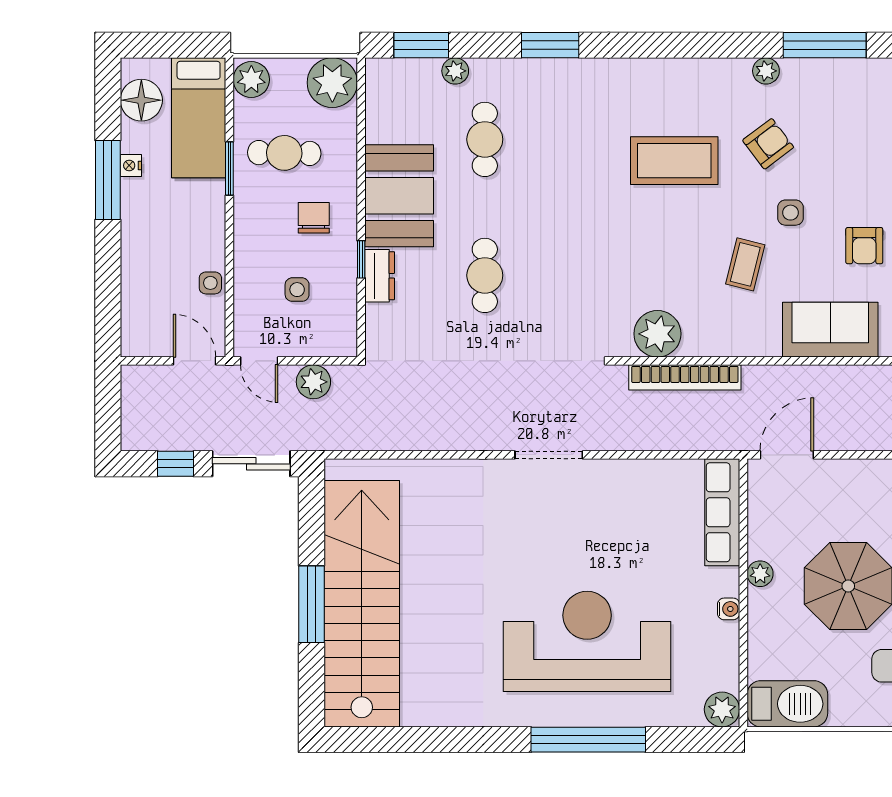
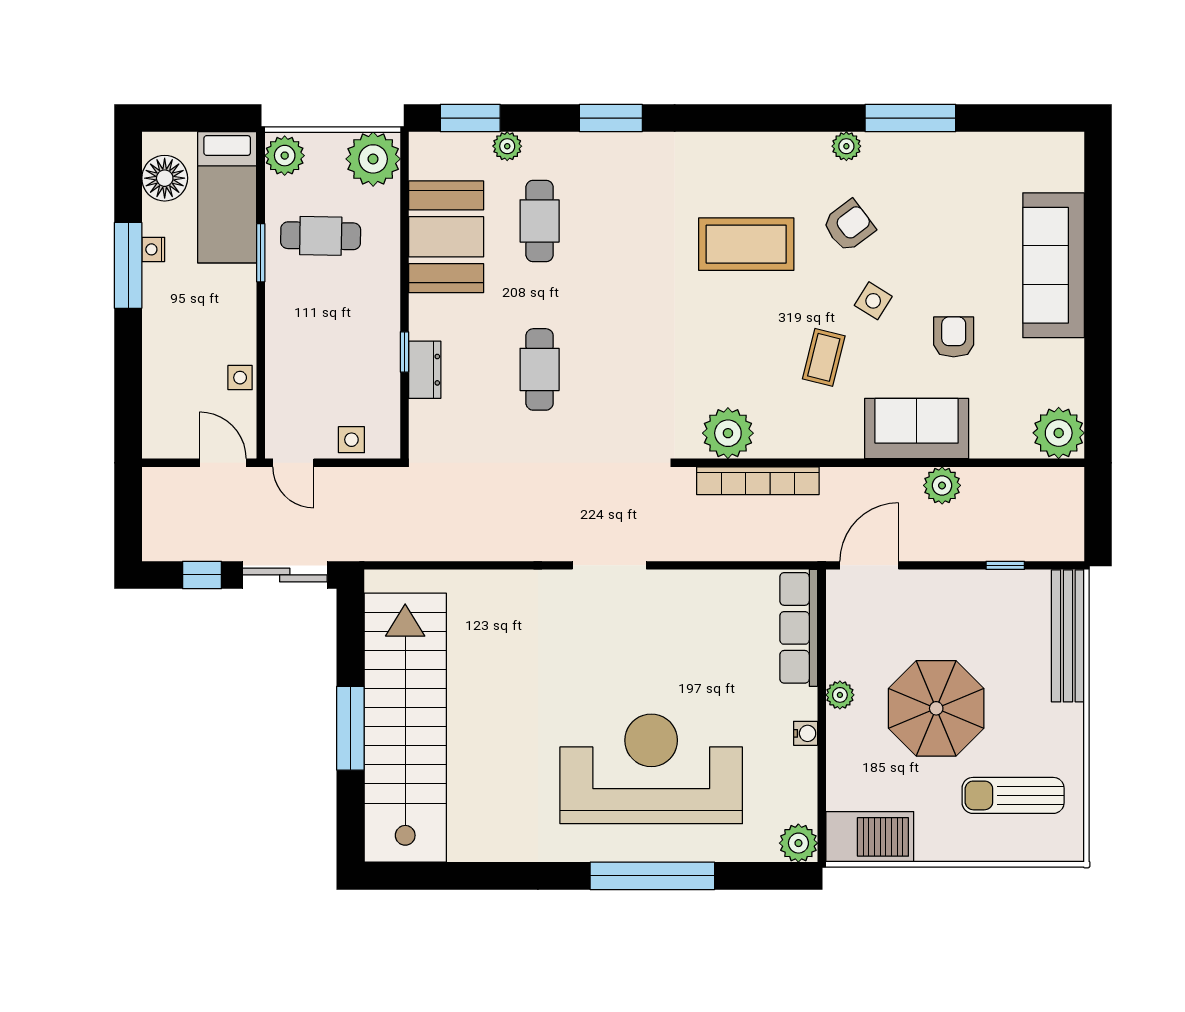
booth: (399, 196) -> (446, 237), moved
side table: (791, 213) -> (873, 301), turned 32
chair: (314, 218) -> (353, 306), removed
armchair: (864, 246) -> (954, 337), turned 180
side table: (297, 290) -> (351, 440), moved
plant: (313, 382) -> (942, 485), moved

